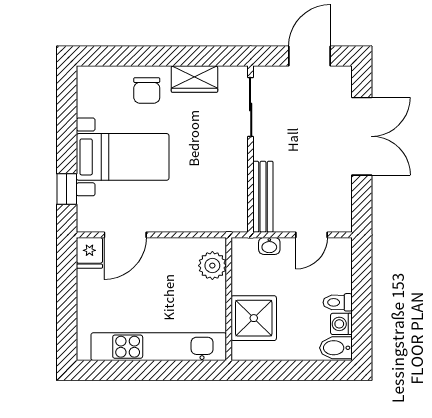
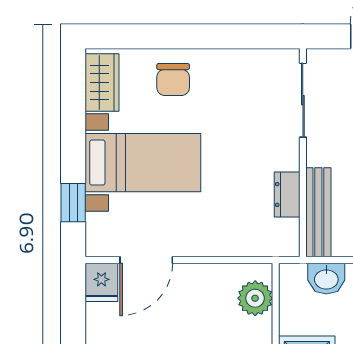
wardrobe: (194, 79) -> (102, 82), moved, turned -90
dresser: (238, 182) -> (287, 194), added
washbasin: (269, 246) -> (326, 279), width x1.38, depth x1.45

